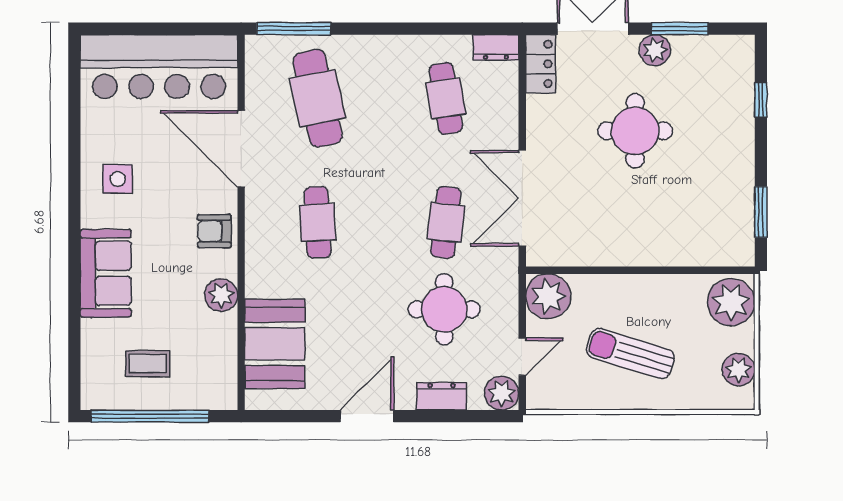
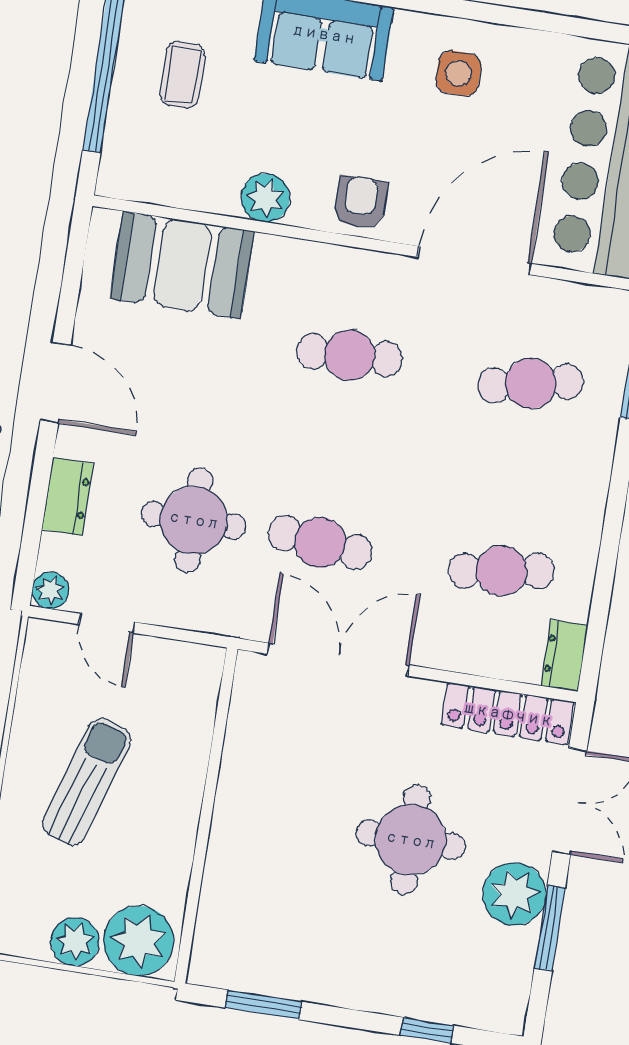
plant: (655, 50) -> (514, 894), width x1.36, depth x1.36
locker: (541, 64) -> (508, 714), width x1.53
cafe table: (318, 98) -> (531, 383), width x0.73, depth x0.74
plant: (548, 296) -> (189, 675), removed
plant: (739, 370) -> (75, 942), moved
plant: (502, 393) -> (50, 590), width x0.73, depth x0.73

